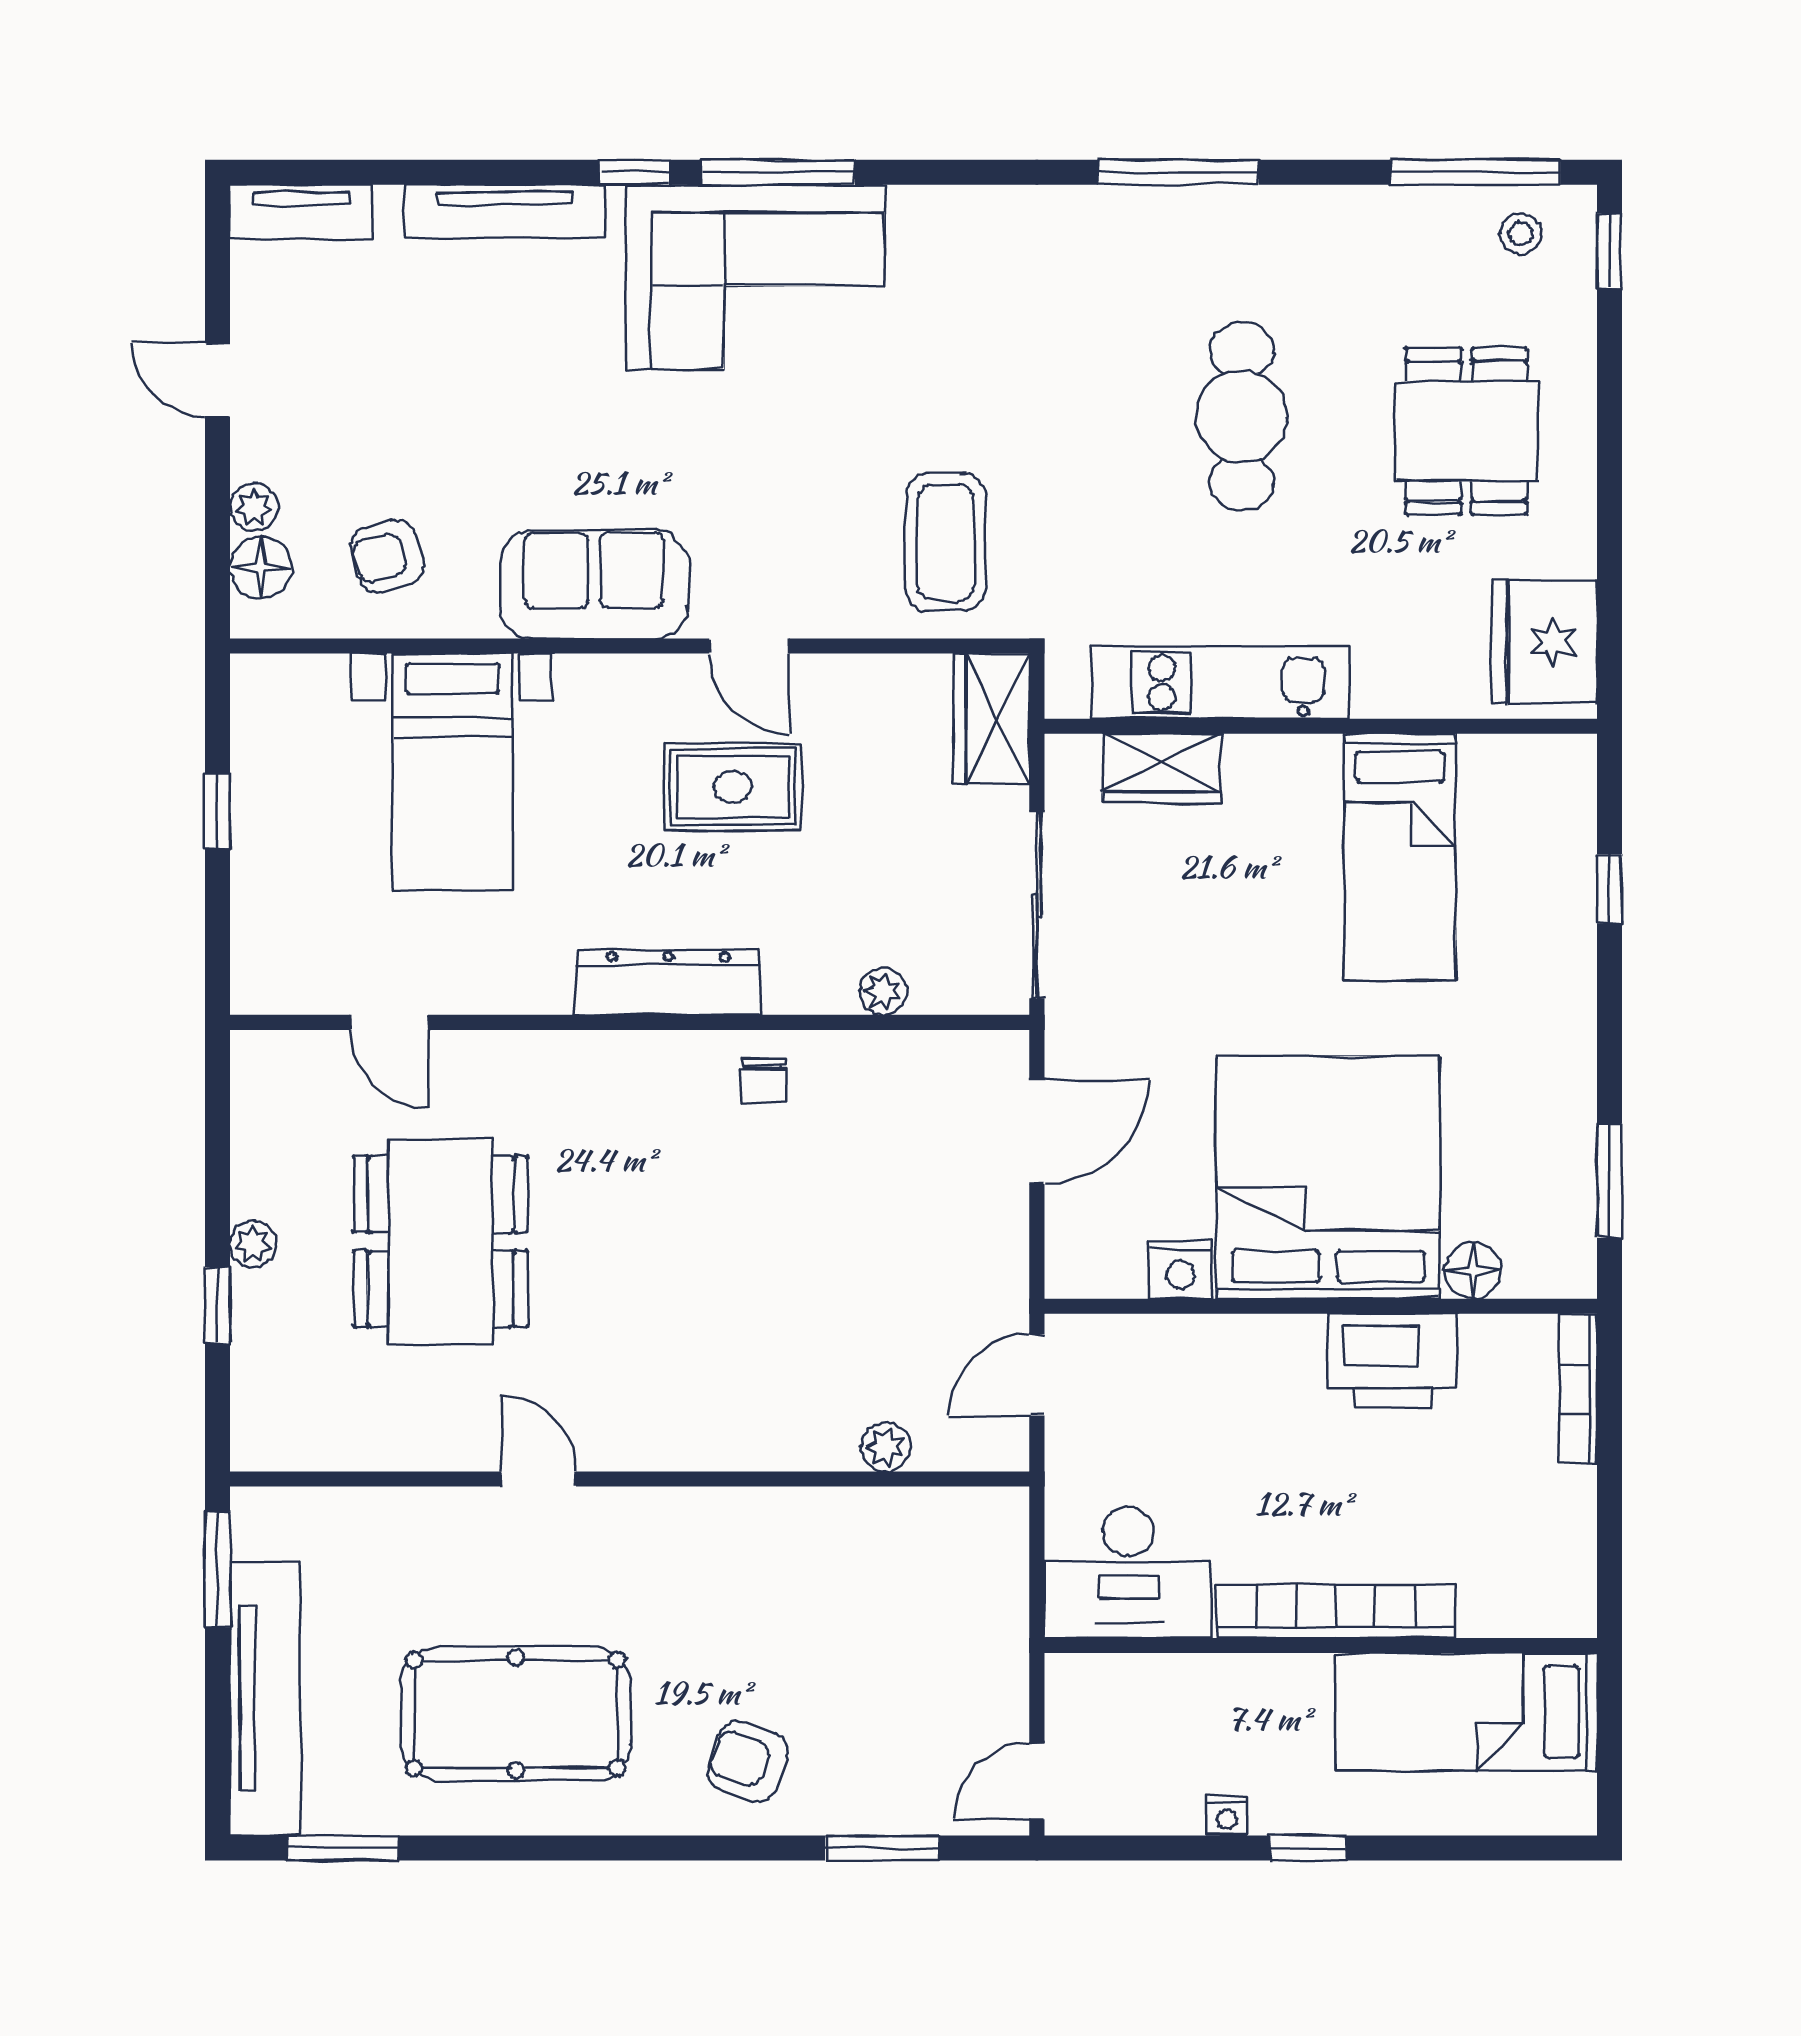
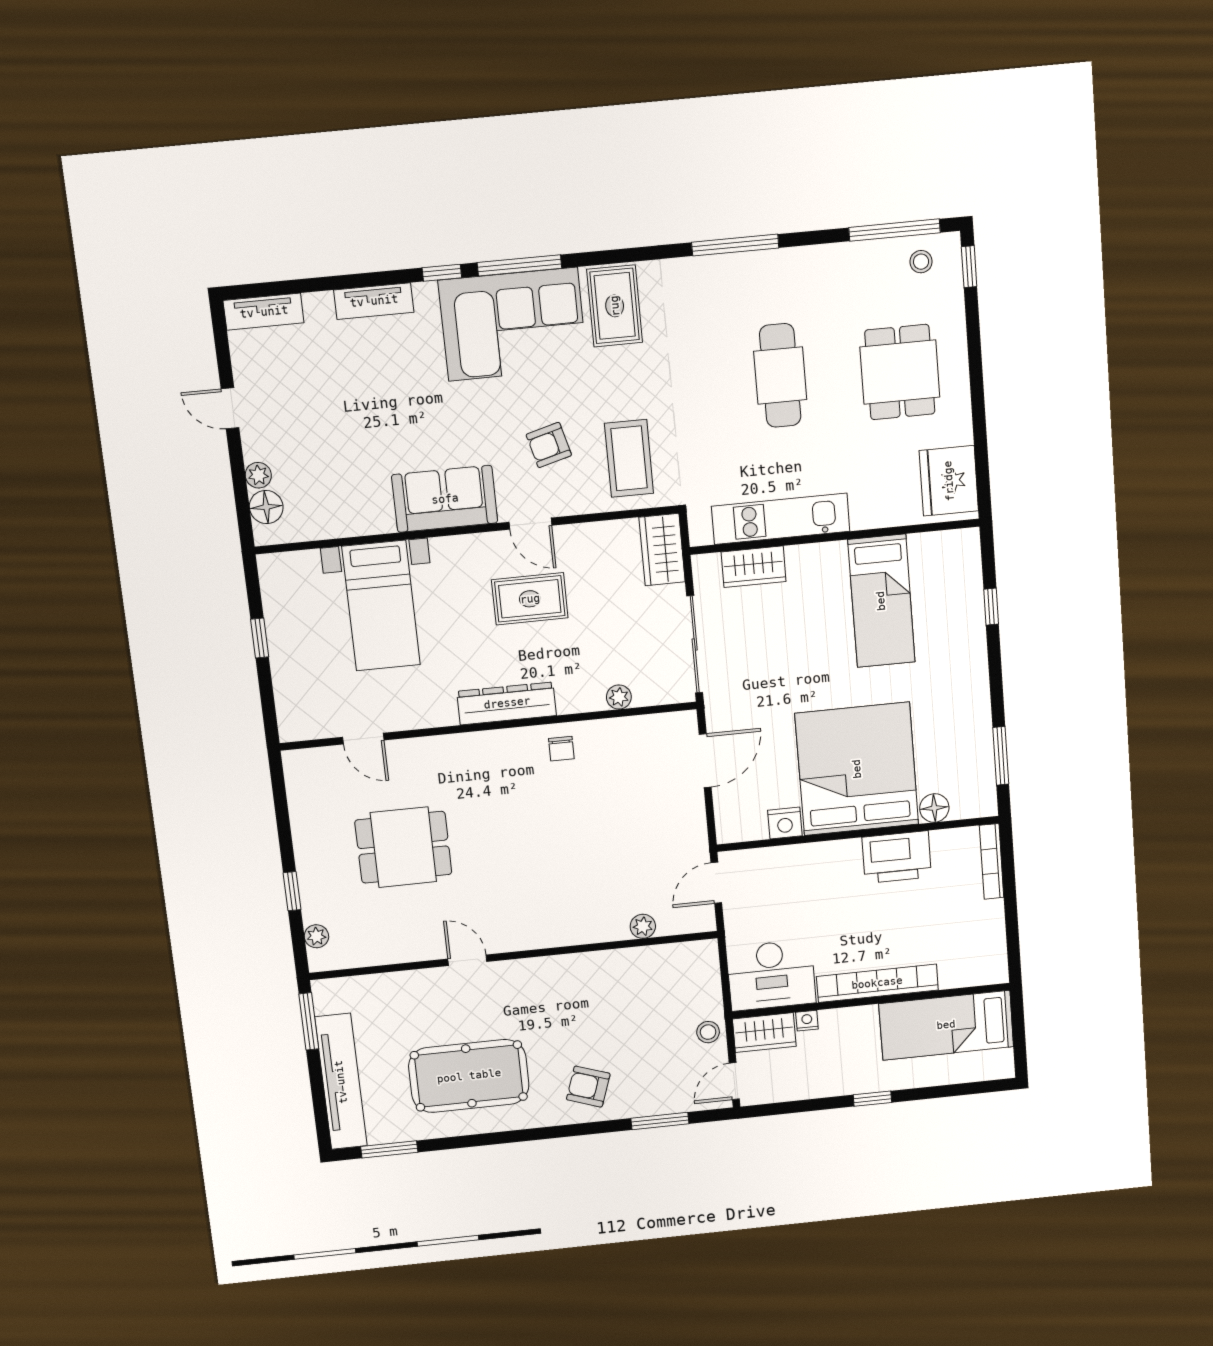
tv unit: (504, 212) -> (374, 301), width x0.71
rug: (946, 261) -> (615, 306), added
armchair: (387, 556) -> (549, 445), moved
dining table: (441, 1241) -> (403, 847), width x0.73
plant: (253, 1244) -> (316, 936), moved
stool: (994, 1675) -> (708, 1032), added
wardrobe: (1105, 1688) -> (764, 1033), added
nightstand: (1227, 1816) -> (807, 1021), moved, turned 180

